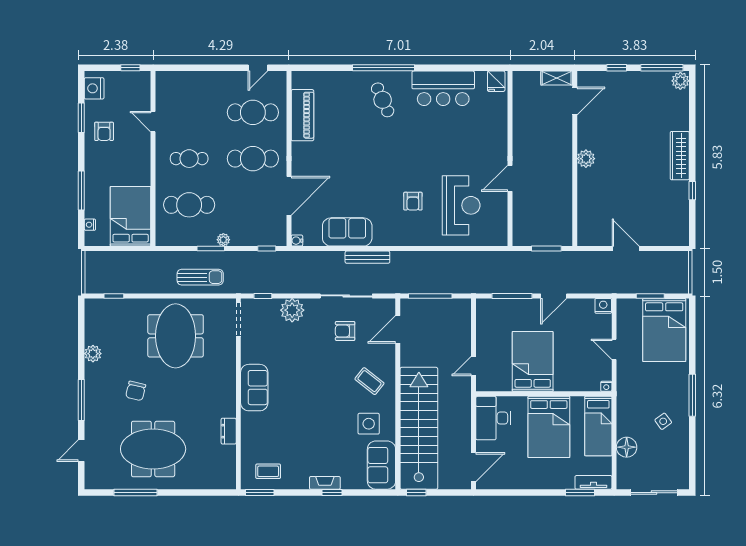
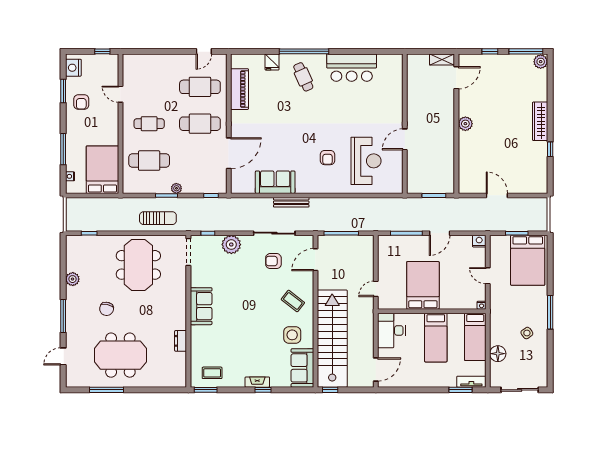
fridge: (496, 81) -> (272, 62), moved
water cooler: (297, 241) -> (235, 189), removed
bed: (549, 427) -> (436, 338), width x0.67

